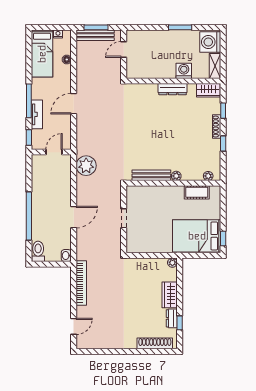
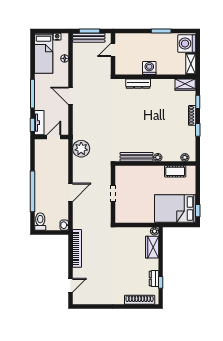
washing machine: (184, 71) -> (149, 68), moved
dresser: (173, 89) -> (138, 84), moved
door: (74, 104) -> (71, 96), hinge flipped
tv unit: (37, 114) -> (39, 123), moved
wardrobe: (170, 295) -> (152, 247), moved

